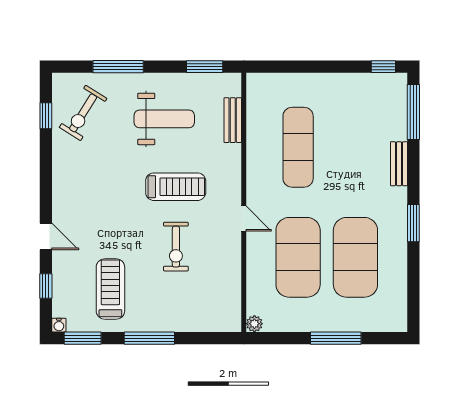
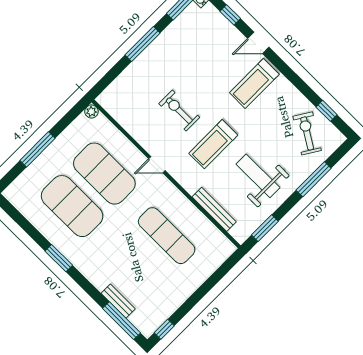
weight bench: (164, 119) -> (258, 176), turned 90
bench: (233, 120) -> (214, 209), width x1.36
bench: (399, 164) -> (118, 301), moved
treadmill: (110, 289) -> (254, 83), moved, turned 90

